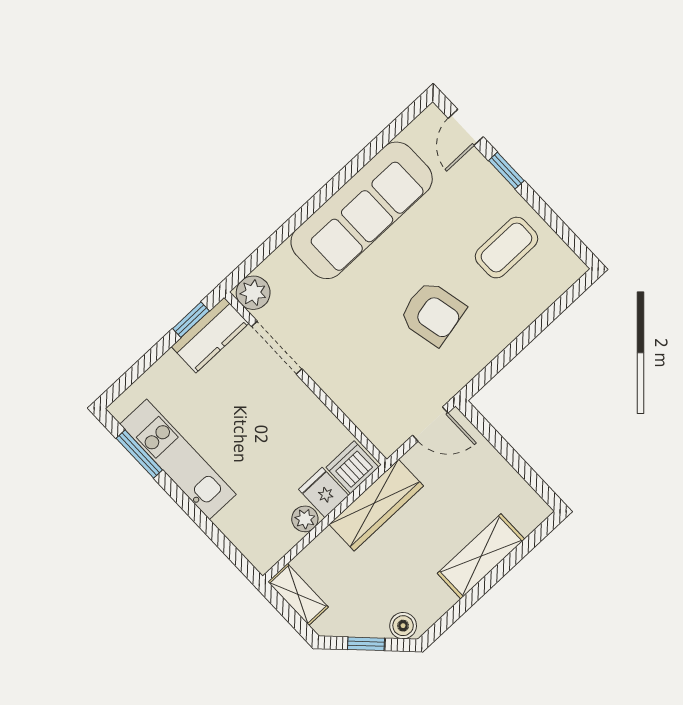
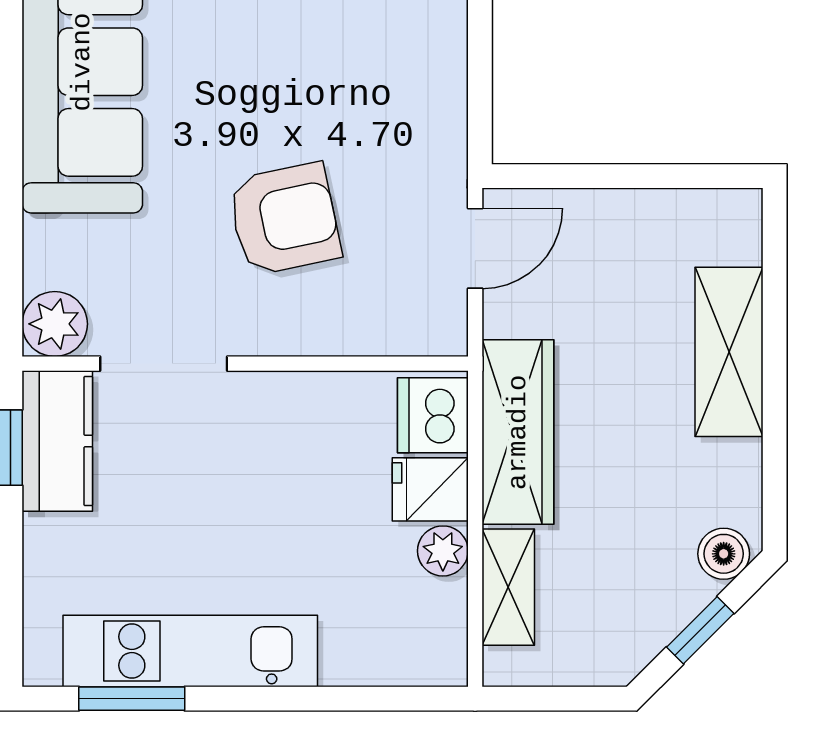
armchair: (432, 313) -> (284, 219), moved
shelving: (298, 594) -> (508, 587), moved, turned 90

